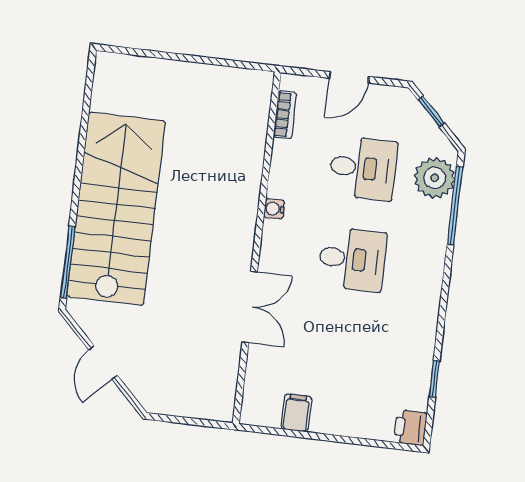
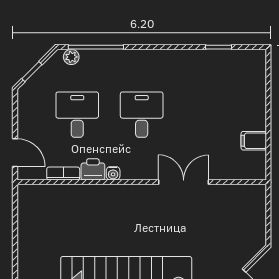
door: (349, 77) -> (15, 153), moved
bookcase: (285, 115) -> (63, 173), moved
plant: (435, 178) -> (71, 57), width x0.53, depth x0.53
printer: (410, 428) -> (93, 169), moved, turned 180

